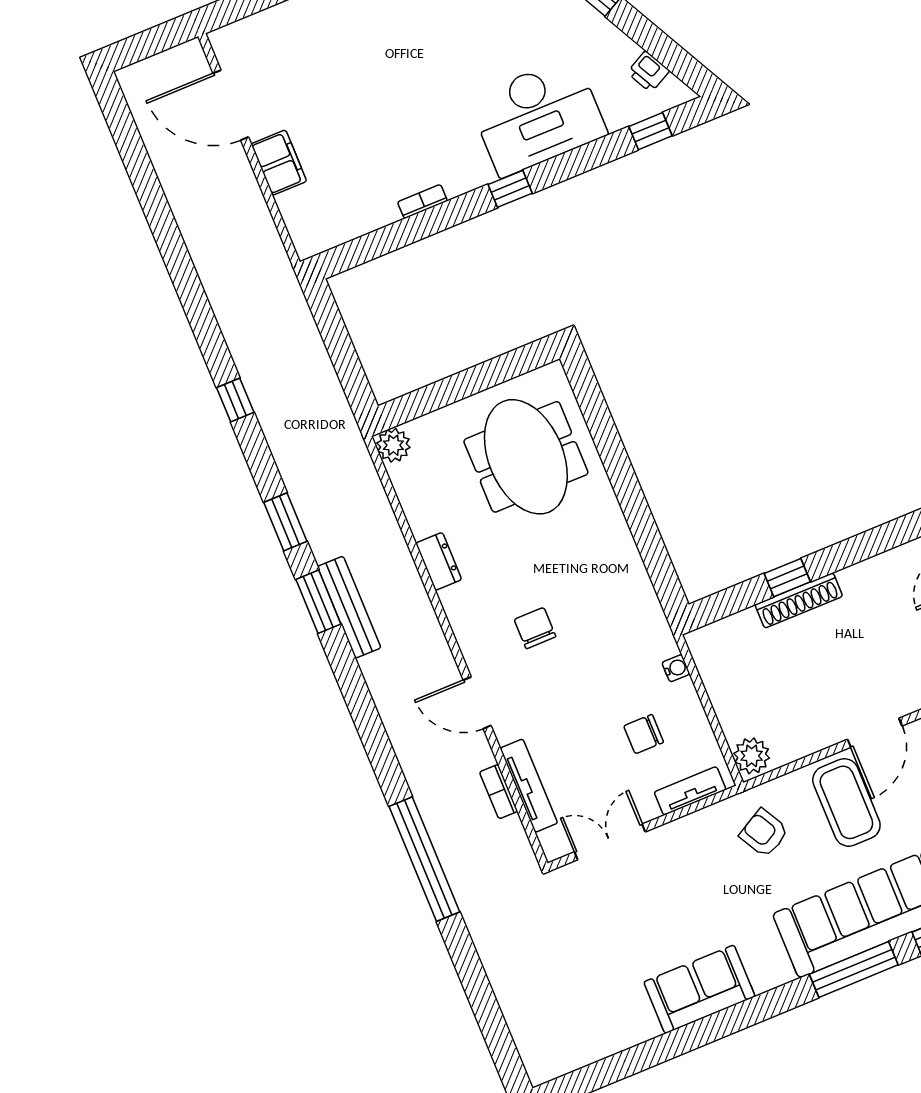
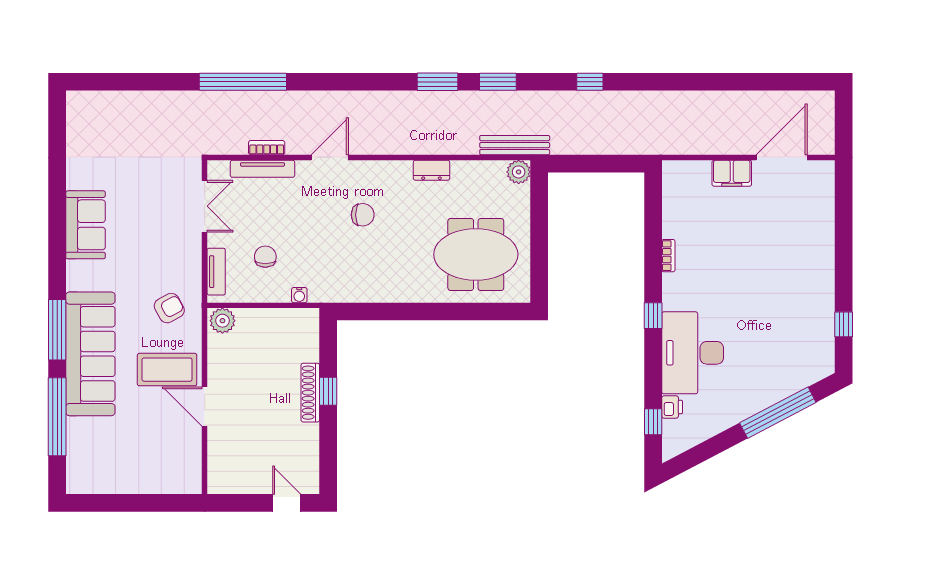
printer: (648, 72) -> (672, 407), moved, turned 118
bench: (349, 607) -> (515, 145), moved

